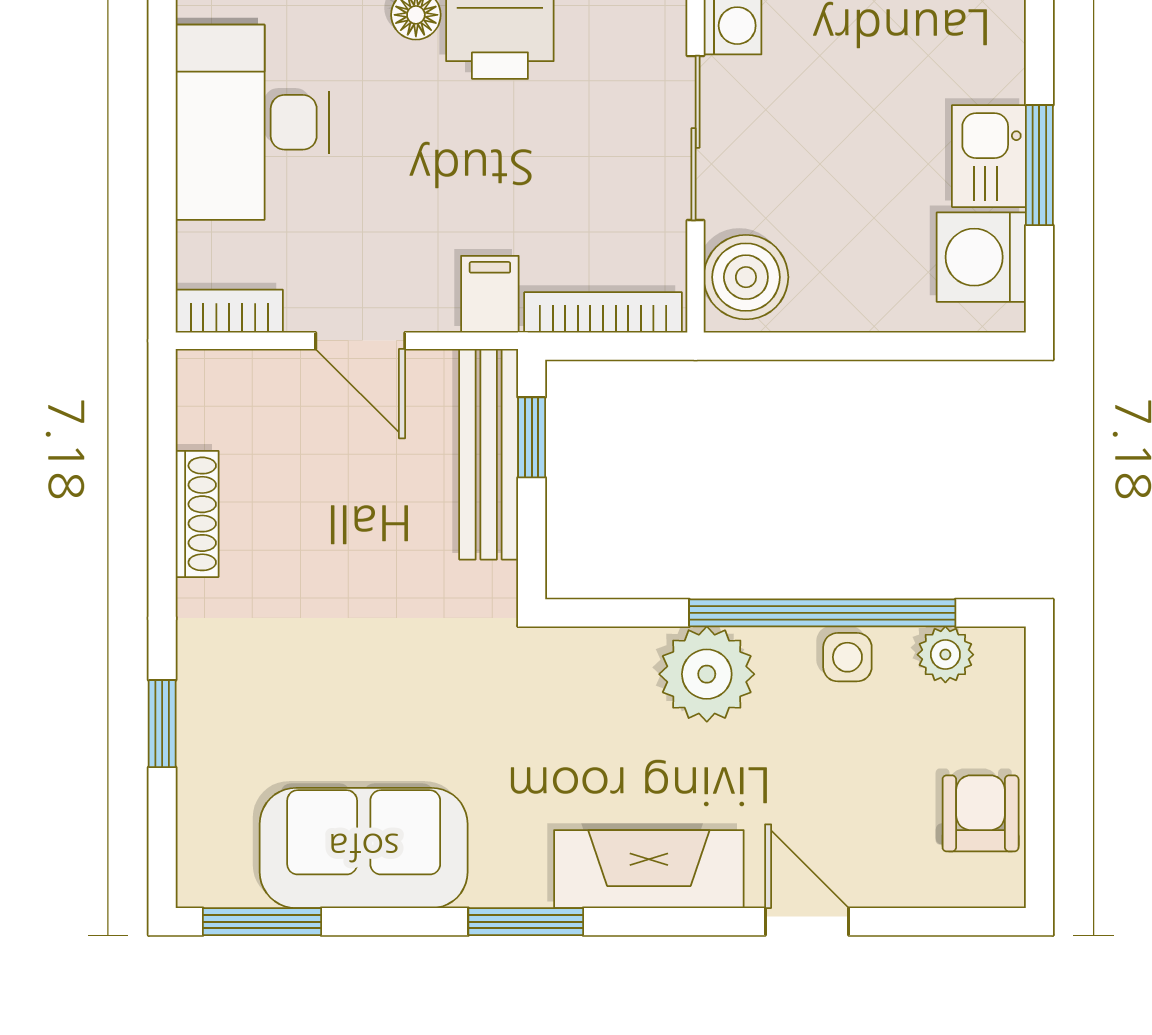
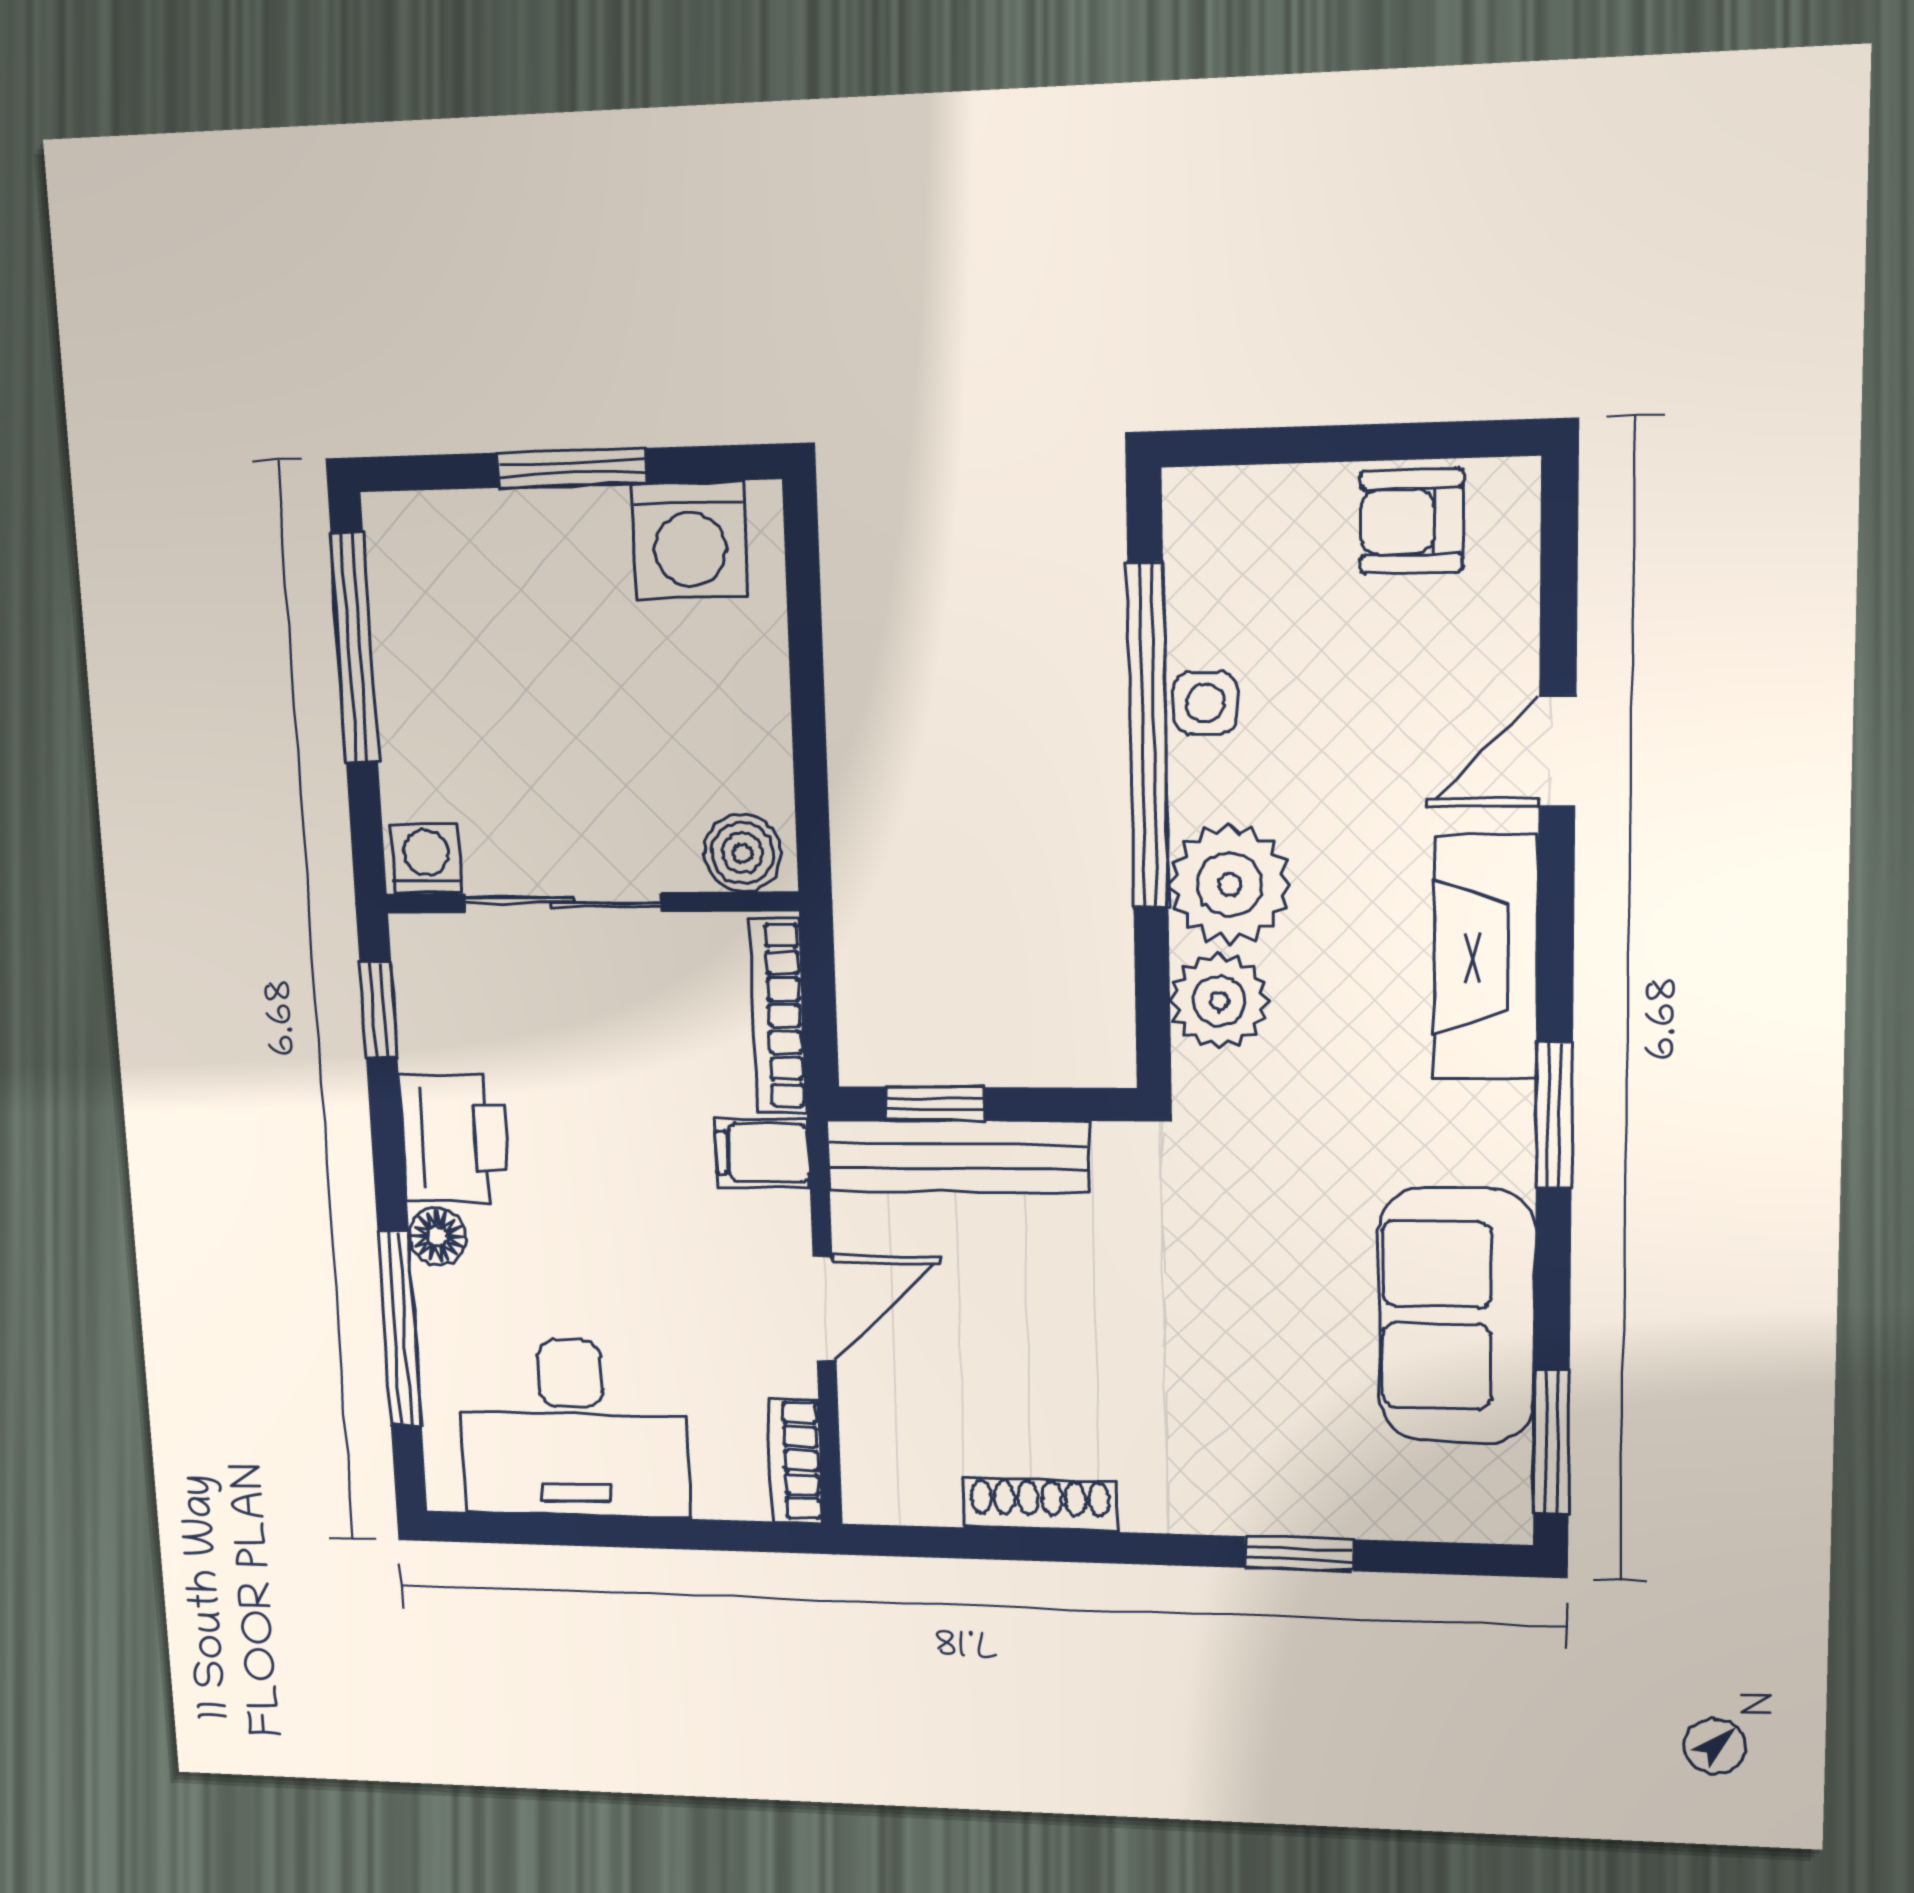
kitchen sink: (989, 156) -> (565, 534), removed
boiler: (746, 277) -> (742, 853), width x0.73, depth x0.73
plant: (945, 655) -> (1219, 1001), moved, width x1.38, depth x1.38

